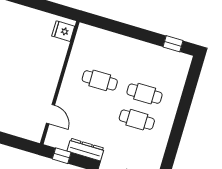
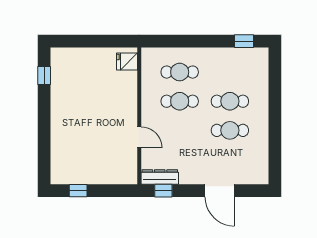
cafe table: (107, 54) -> (180, 72), added
door: (50, 114) -> (139, 137), moved
dresser: (86, 150) -> (160, 177), moved

